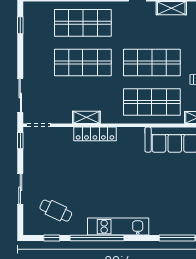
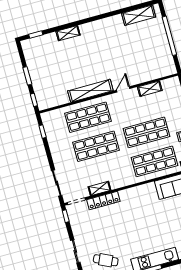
shelving: (86, 117) -> (100, 189), moved
locker: (95, 134) -> (103, 201), moved

